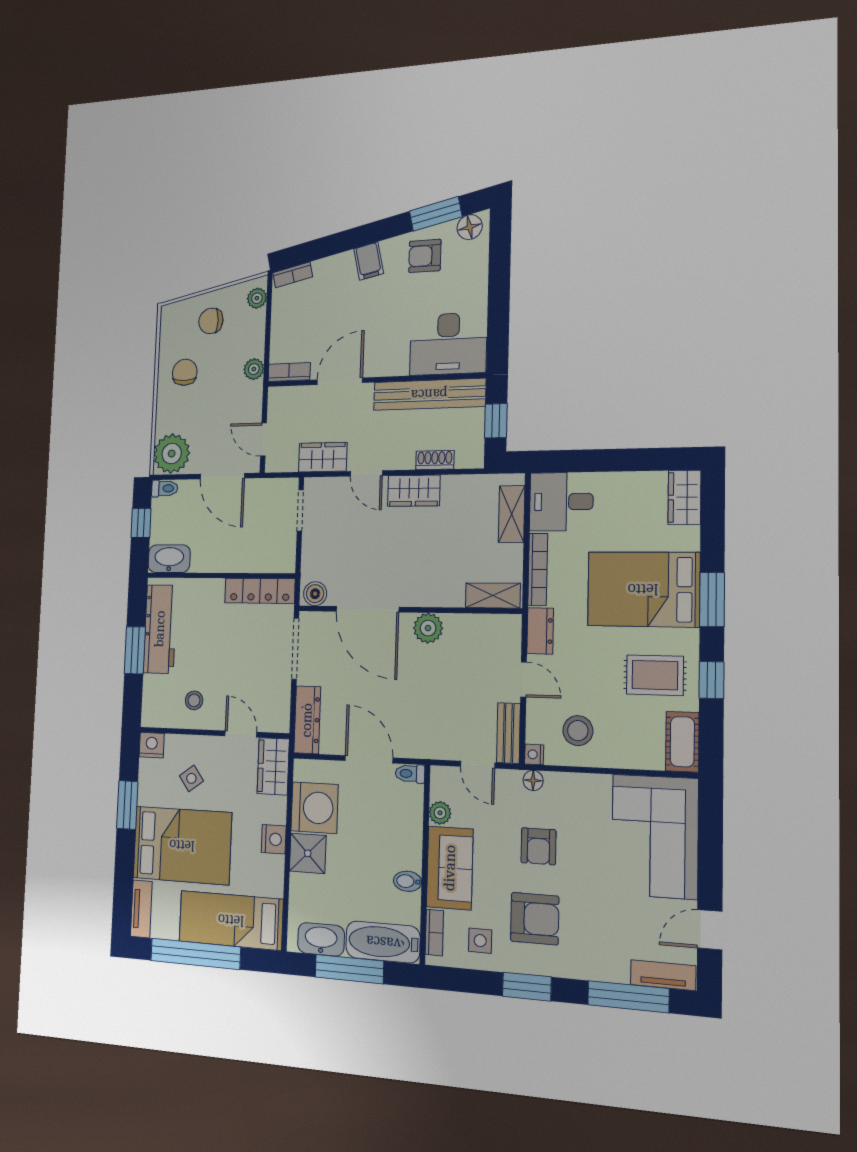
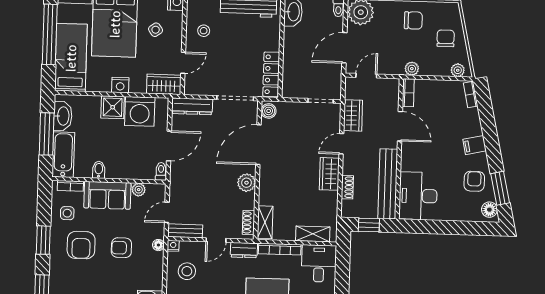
shoe rack: (494, 624) -> (249, 223), added

